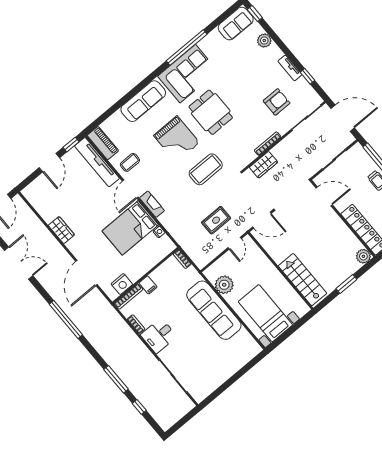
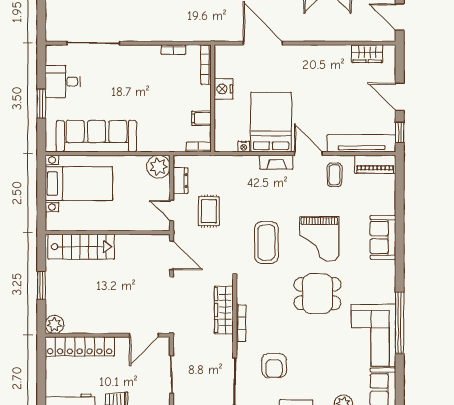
corner sofa: (188, 74) -> (373, 335), moved
sofa: (143, 101) -> (383, 237), width x0.73
grand piano: (177, 139) -> (319, 239), turned -90
wardrobe: (264, 165) -> (224, 310), width x1.50
door: (262, 220) -> (172, 256), swing flipped
wardrobe: (61, 230) -> (367, 54), moved
dresser: (212, 253) -> (180, 181), added
nightstand: (122, 284) -> (224, 89), moved
filing cabinet: (148, 285) -> (201, 118), moved
plant: (224, 285) -> (158, 167), moved
sofa: (214, 310) -> (96, 136), moved
desk: (159, 336) -> (63, 82), moved, turned -90
window: (236, 377) -> (41, 104), added

